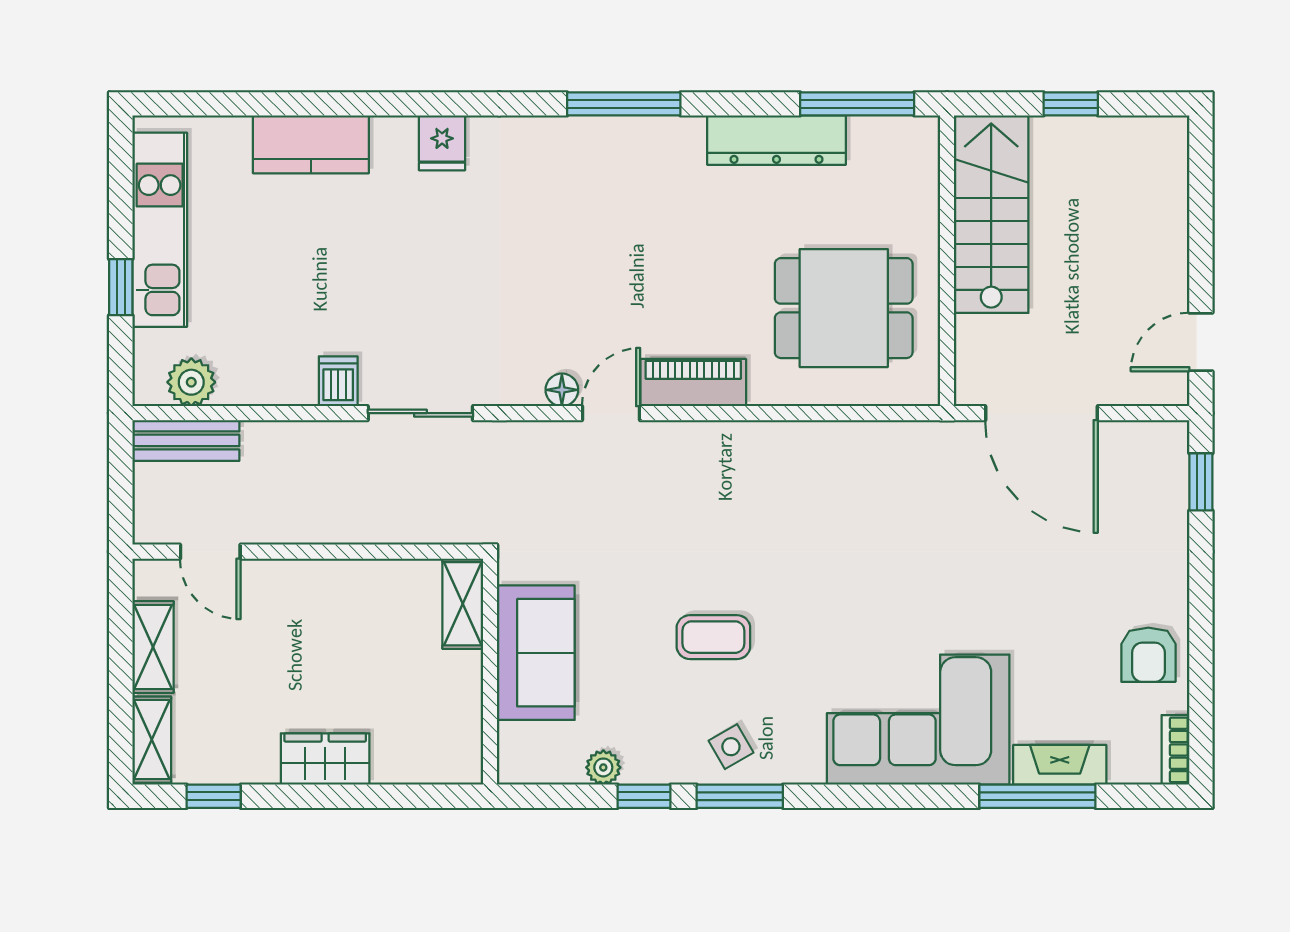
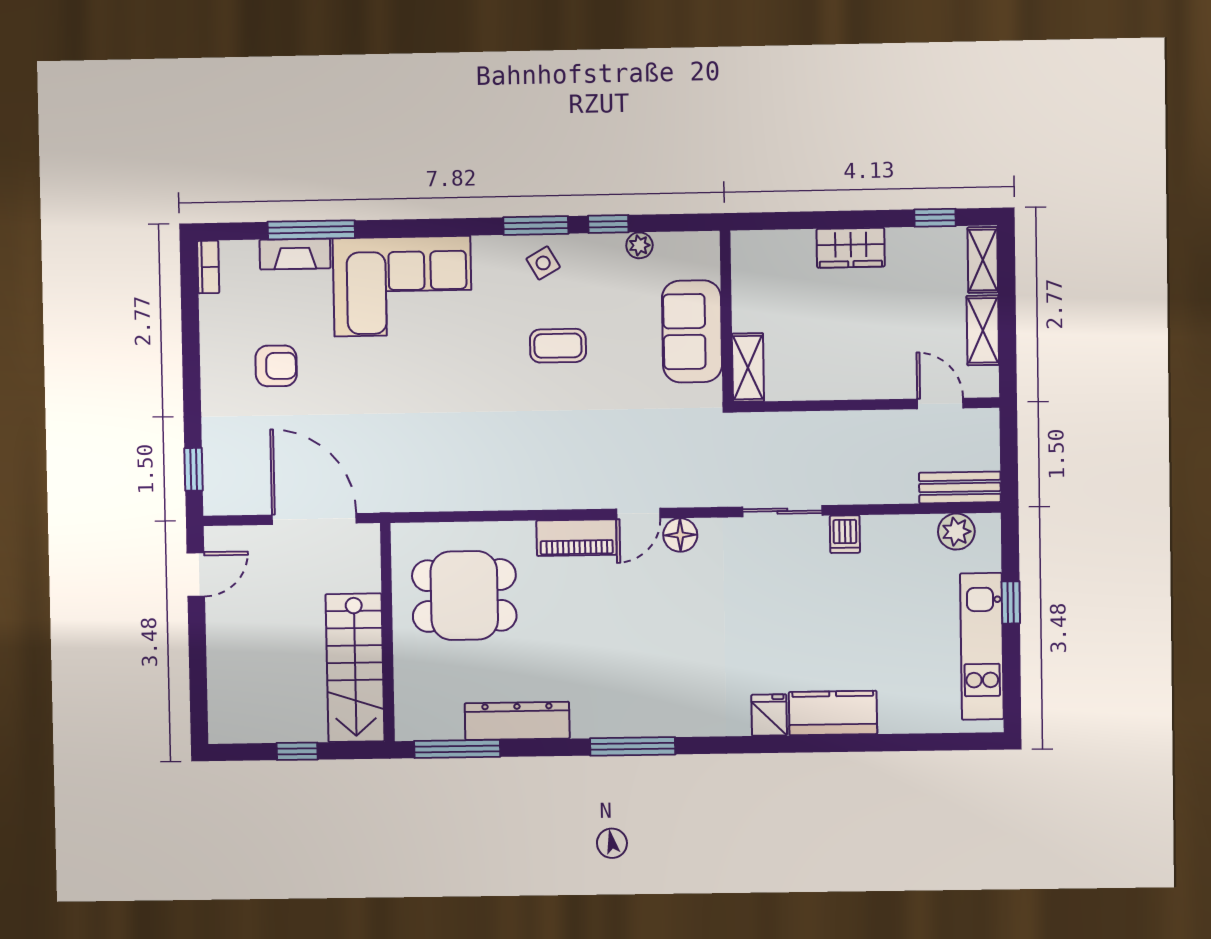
kitchen counter: (311, 144) -> (833, 713), moved
floor lamp: (562, 390) -> (680, 535), width x1.37, depth x1.37
armchair: (1148, 655) -> (276, 366), moved, turned 90

